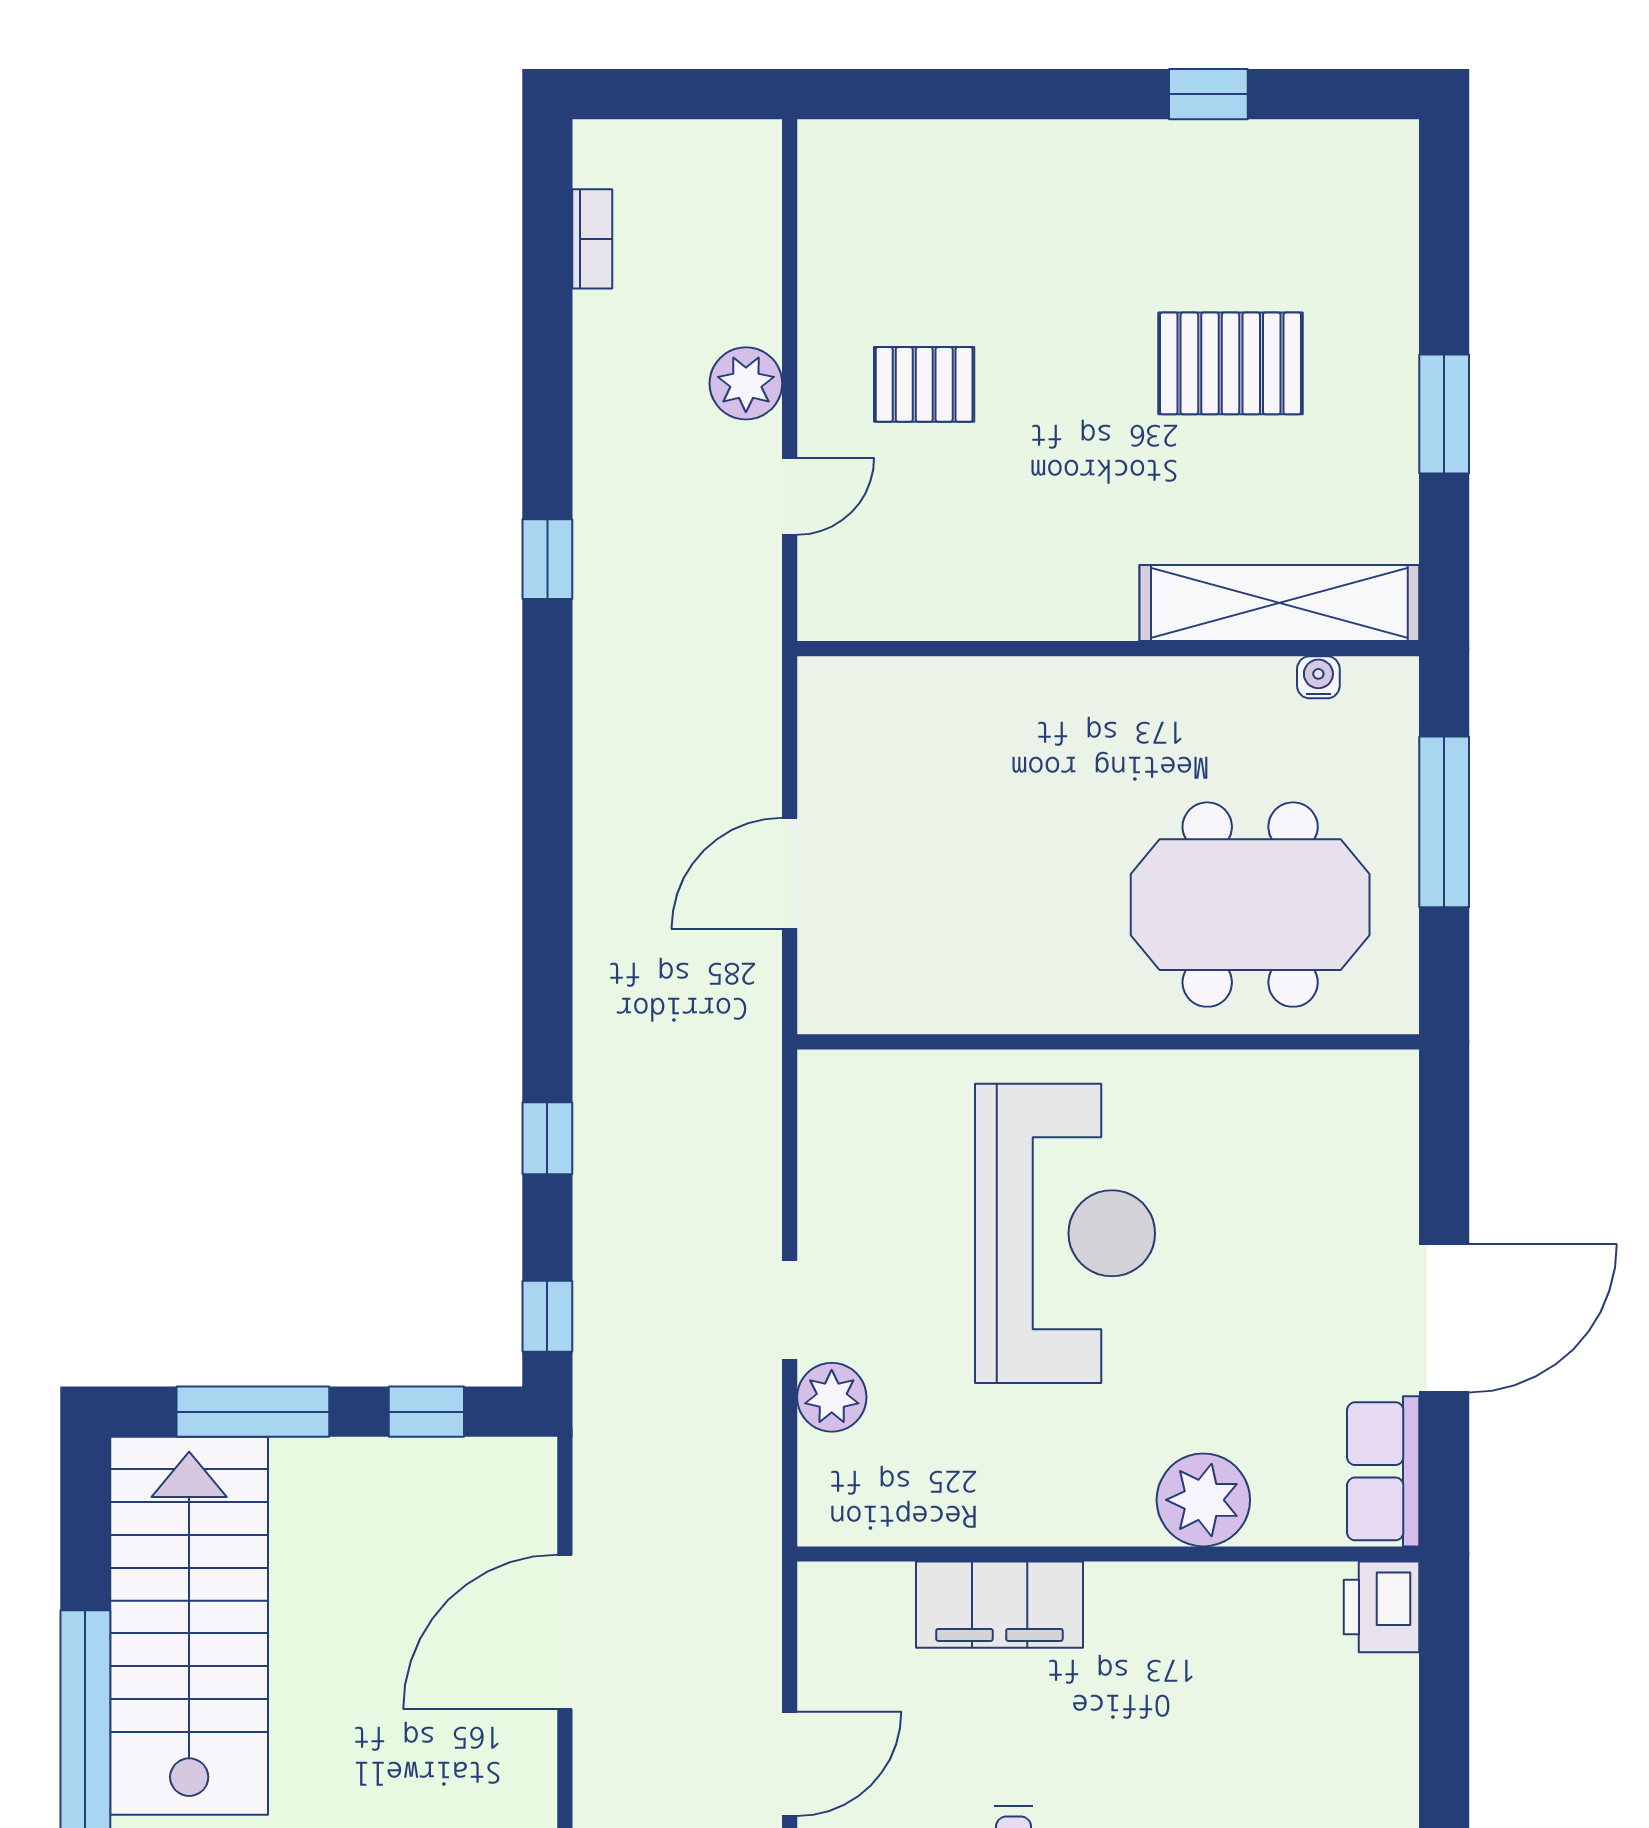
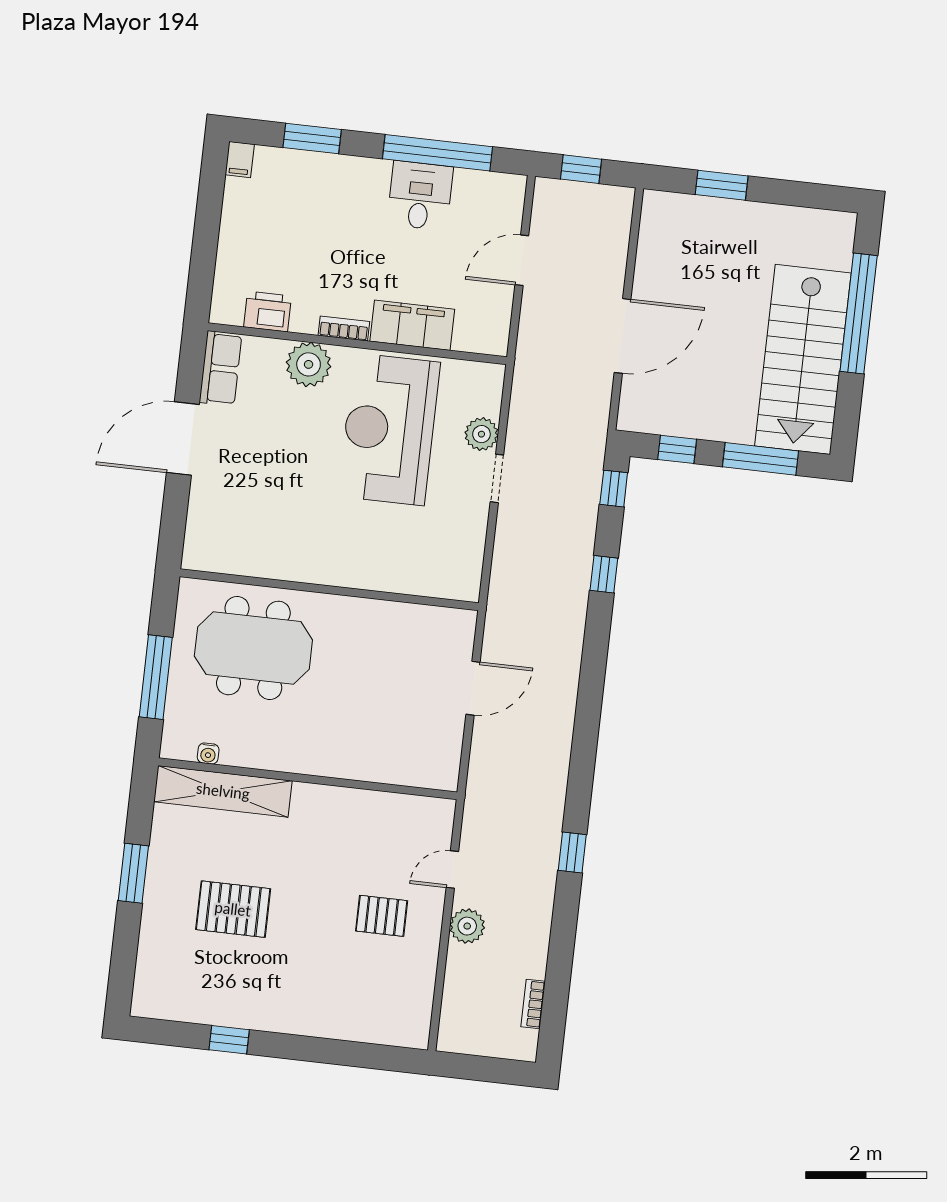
reception desk: (1065, 1233) -> (389, 429), moved
bookcase: (1139, 1582) -> (344, 329), added
printer: (1381, 1607) -> (268, 311), moved, turned -90

